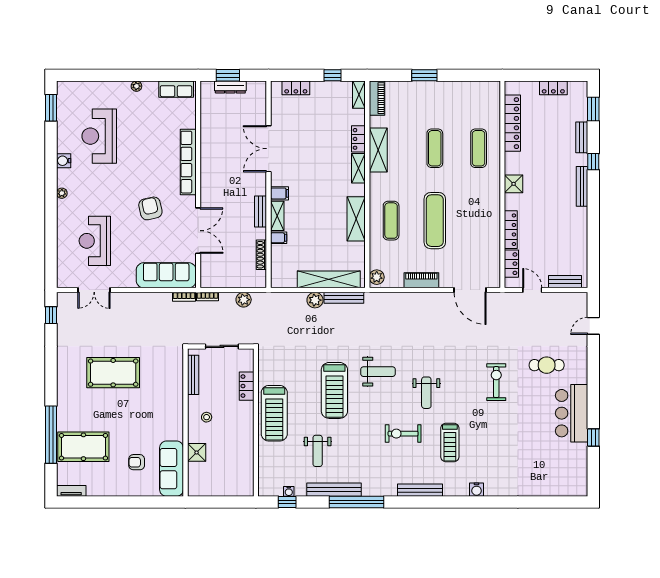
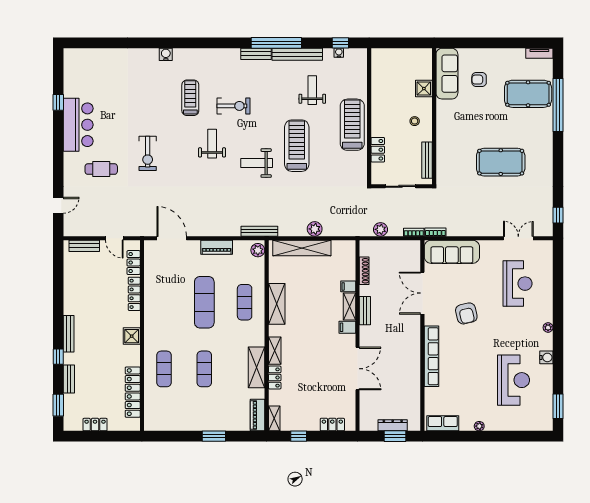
bench: (344, 298) -> (259, 231), moved
armchair: (137, 462) -> (479, 80), turned 180
bench: (420, 490) -> (256, 54), moved, width x0.73

